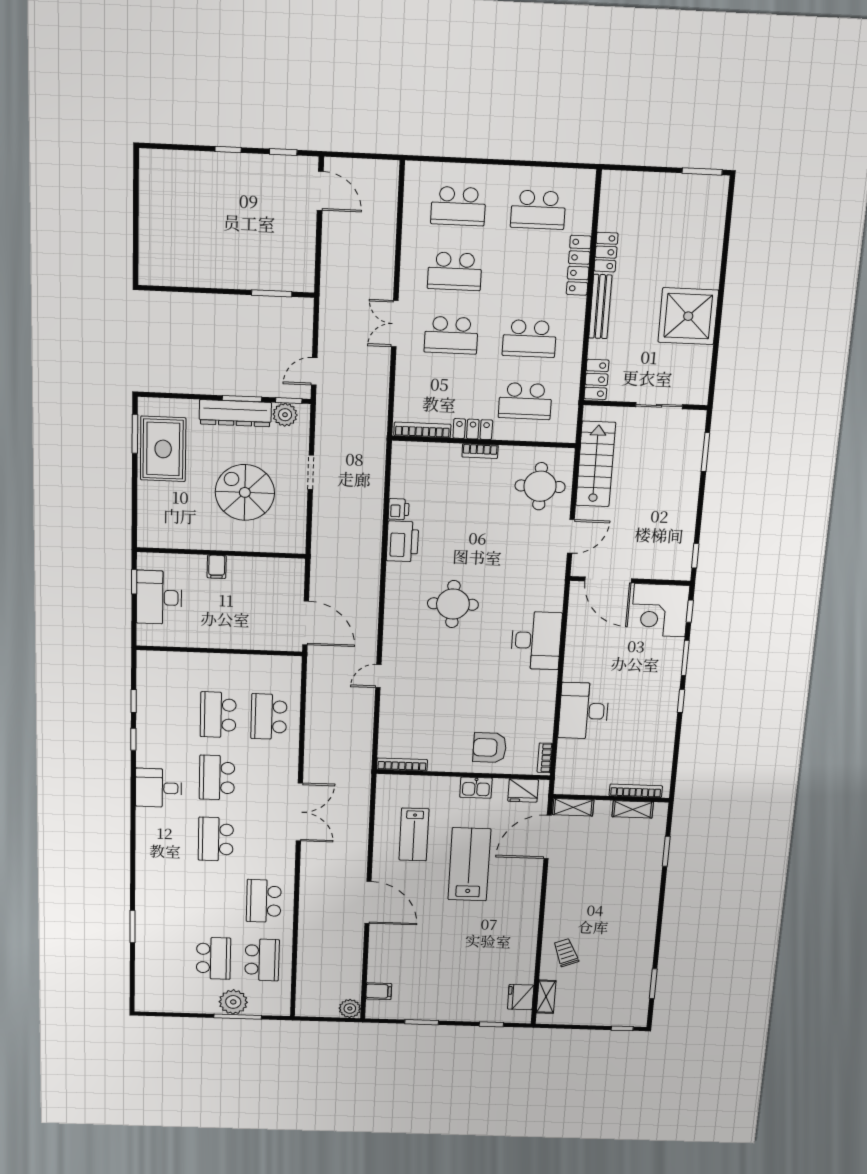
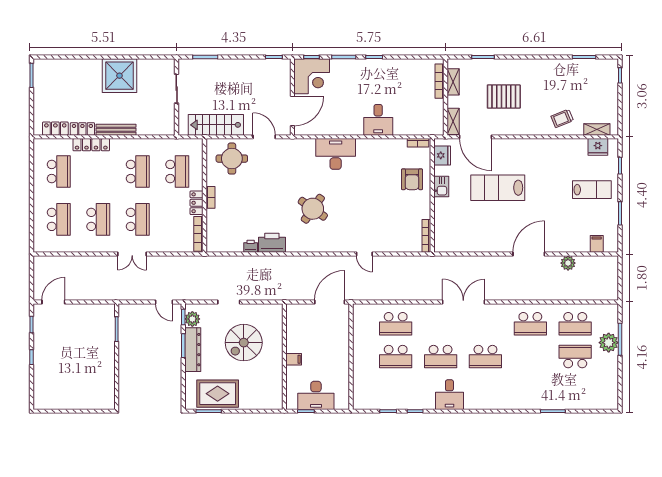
locker: (597, 379) -> (55, 129), moved
round table: (453, 604) -> (313, 209), turned 35
desk: (584, 711) -> (378, 120), width x0.73
lab bench: (414, 834) -> (592, 190), moved
pallet: (605, 877) -> (504, 97), added
school desk: (262, 960) -> (575, 324), turned 180
plant: (350, 1009) -> (568, 263), moved

